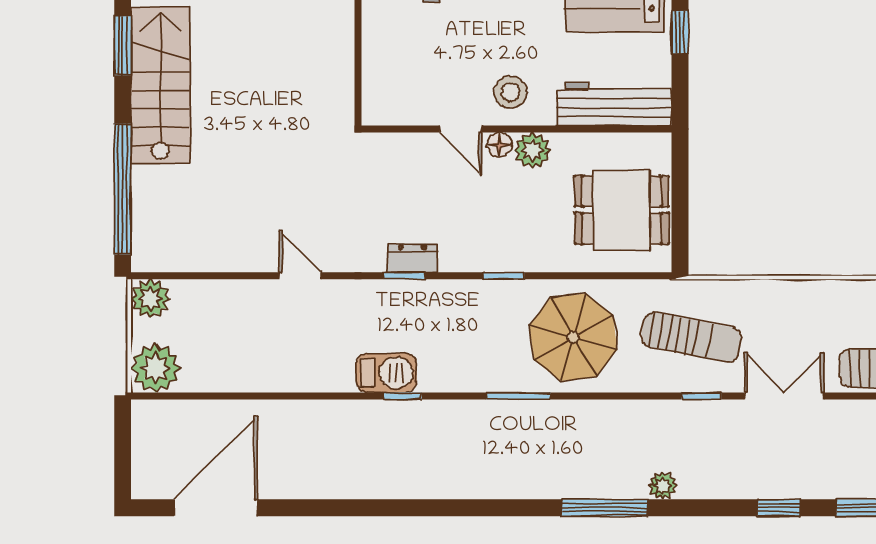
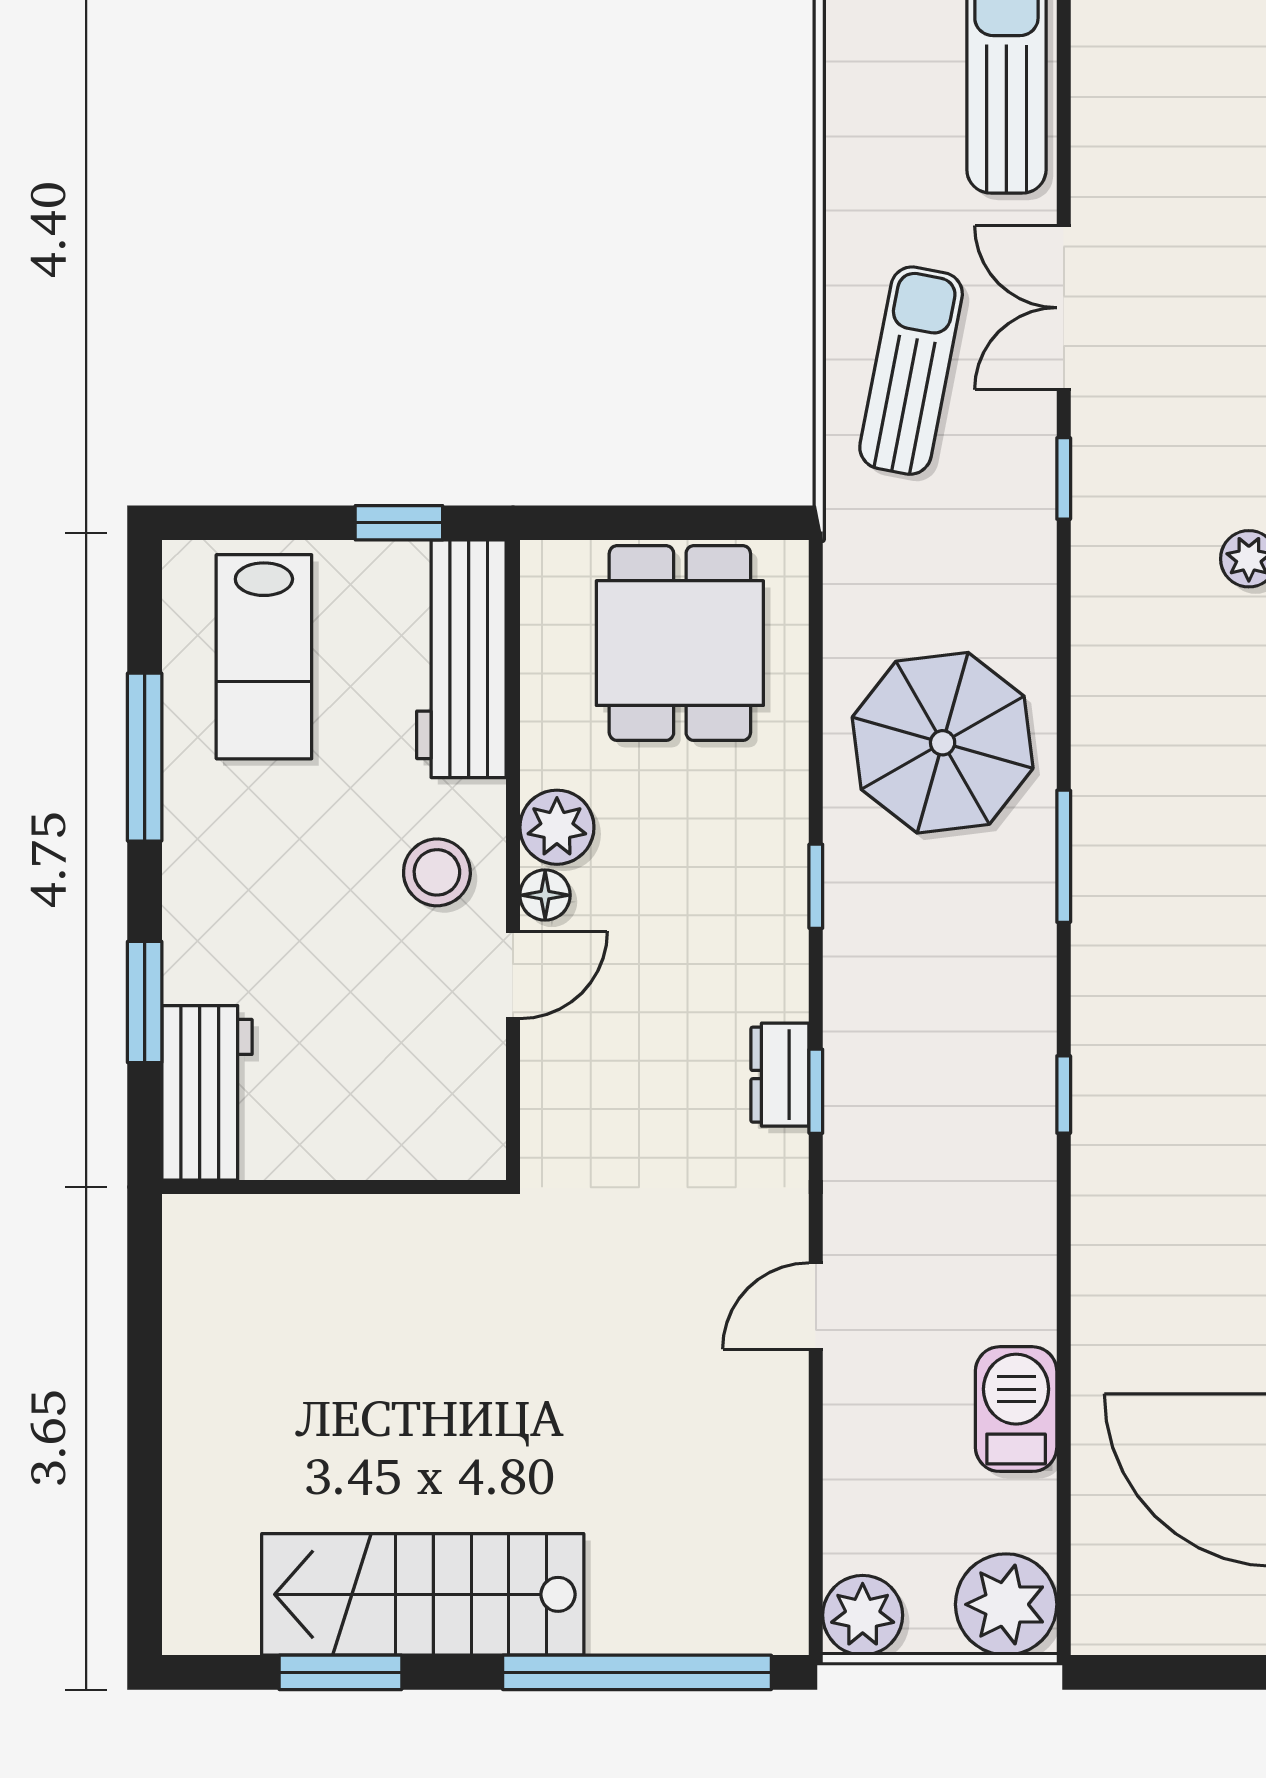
window: (680, 32) -> (399, 523), moved
sun lounger: (691, 337) -> (911, 371), moved
barbecue: (386, 373) -> (1016, 1409), moved

